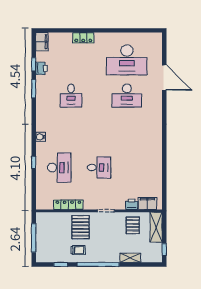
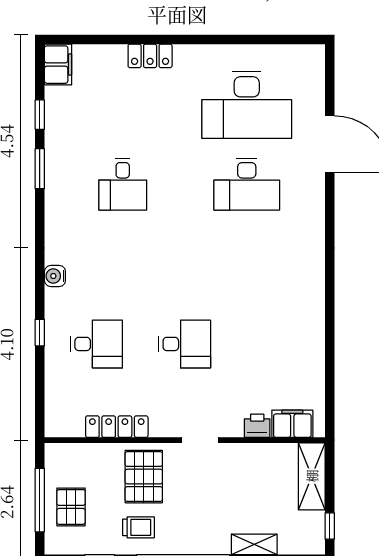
printer: (41, 68) -> (57, 124), removed
desk: (59, 168) -> (97, 344), width x0.73
pallet: (133, 225) -> (71, 507), moved

